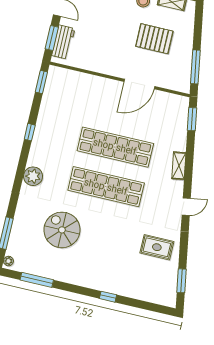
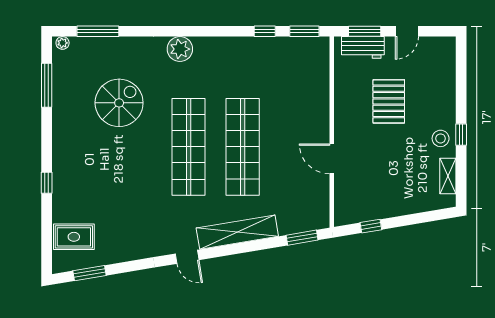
pallet: (154, 39) -> (389, 101), moved
window: (195, 67) -> (371, 226), width x0.46
door: (139, 84) -> (332, 159), width x0.73
window: (30, 132) -> (265, 31), moved
shelving: (179, 166) -> (237, 232), width x2.20, depth x1.33
rug: (157, 247) -> (74, 237), moved, turned 90

